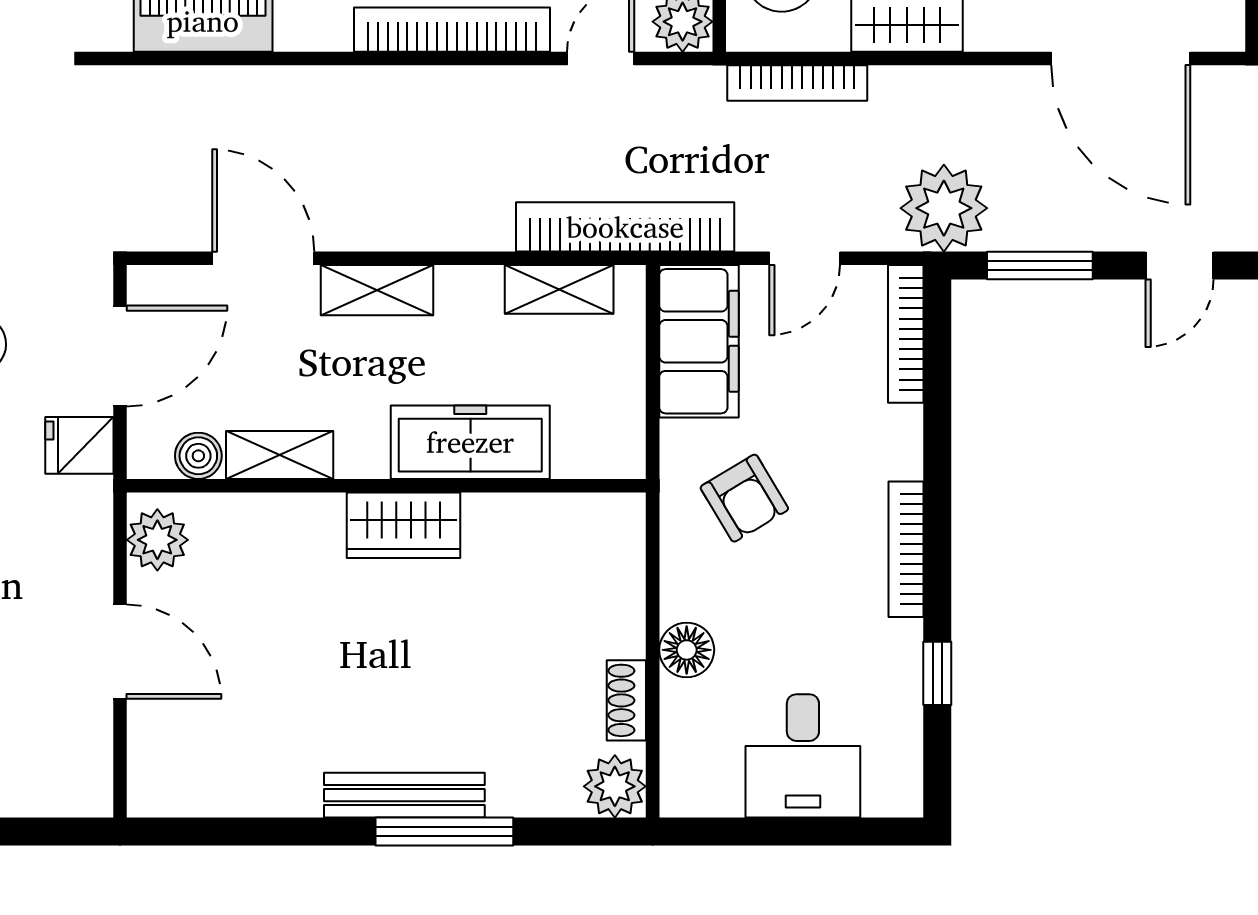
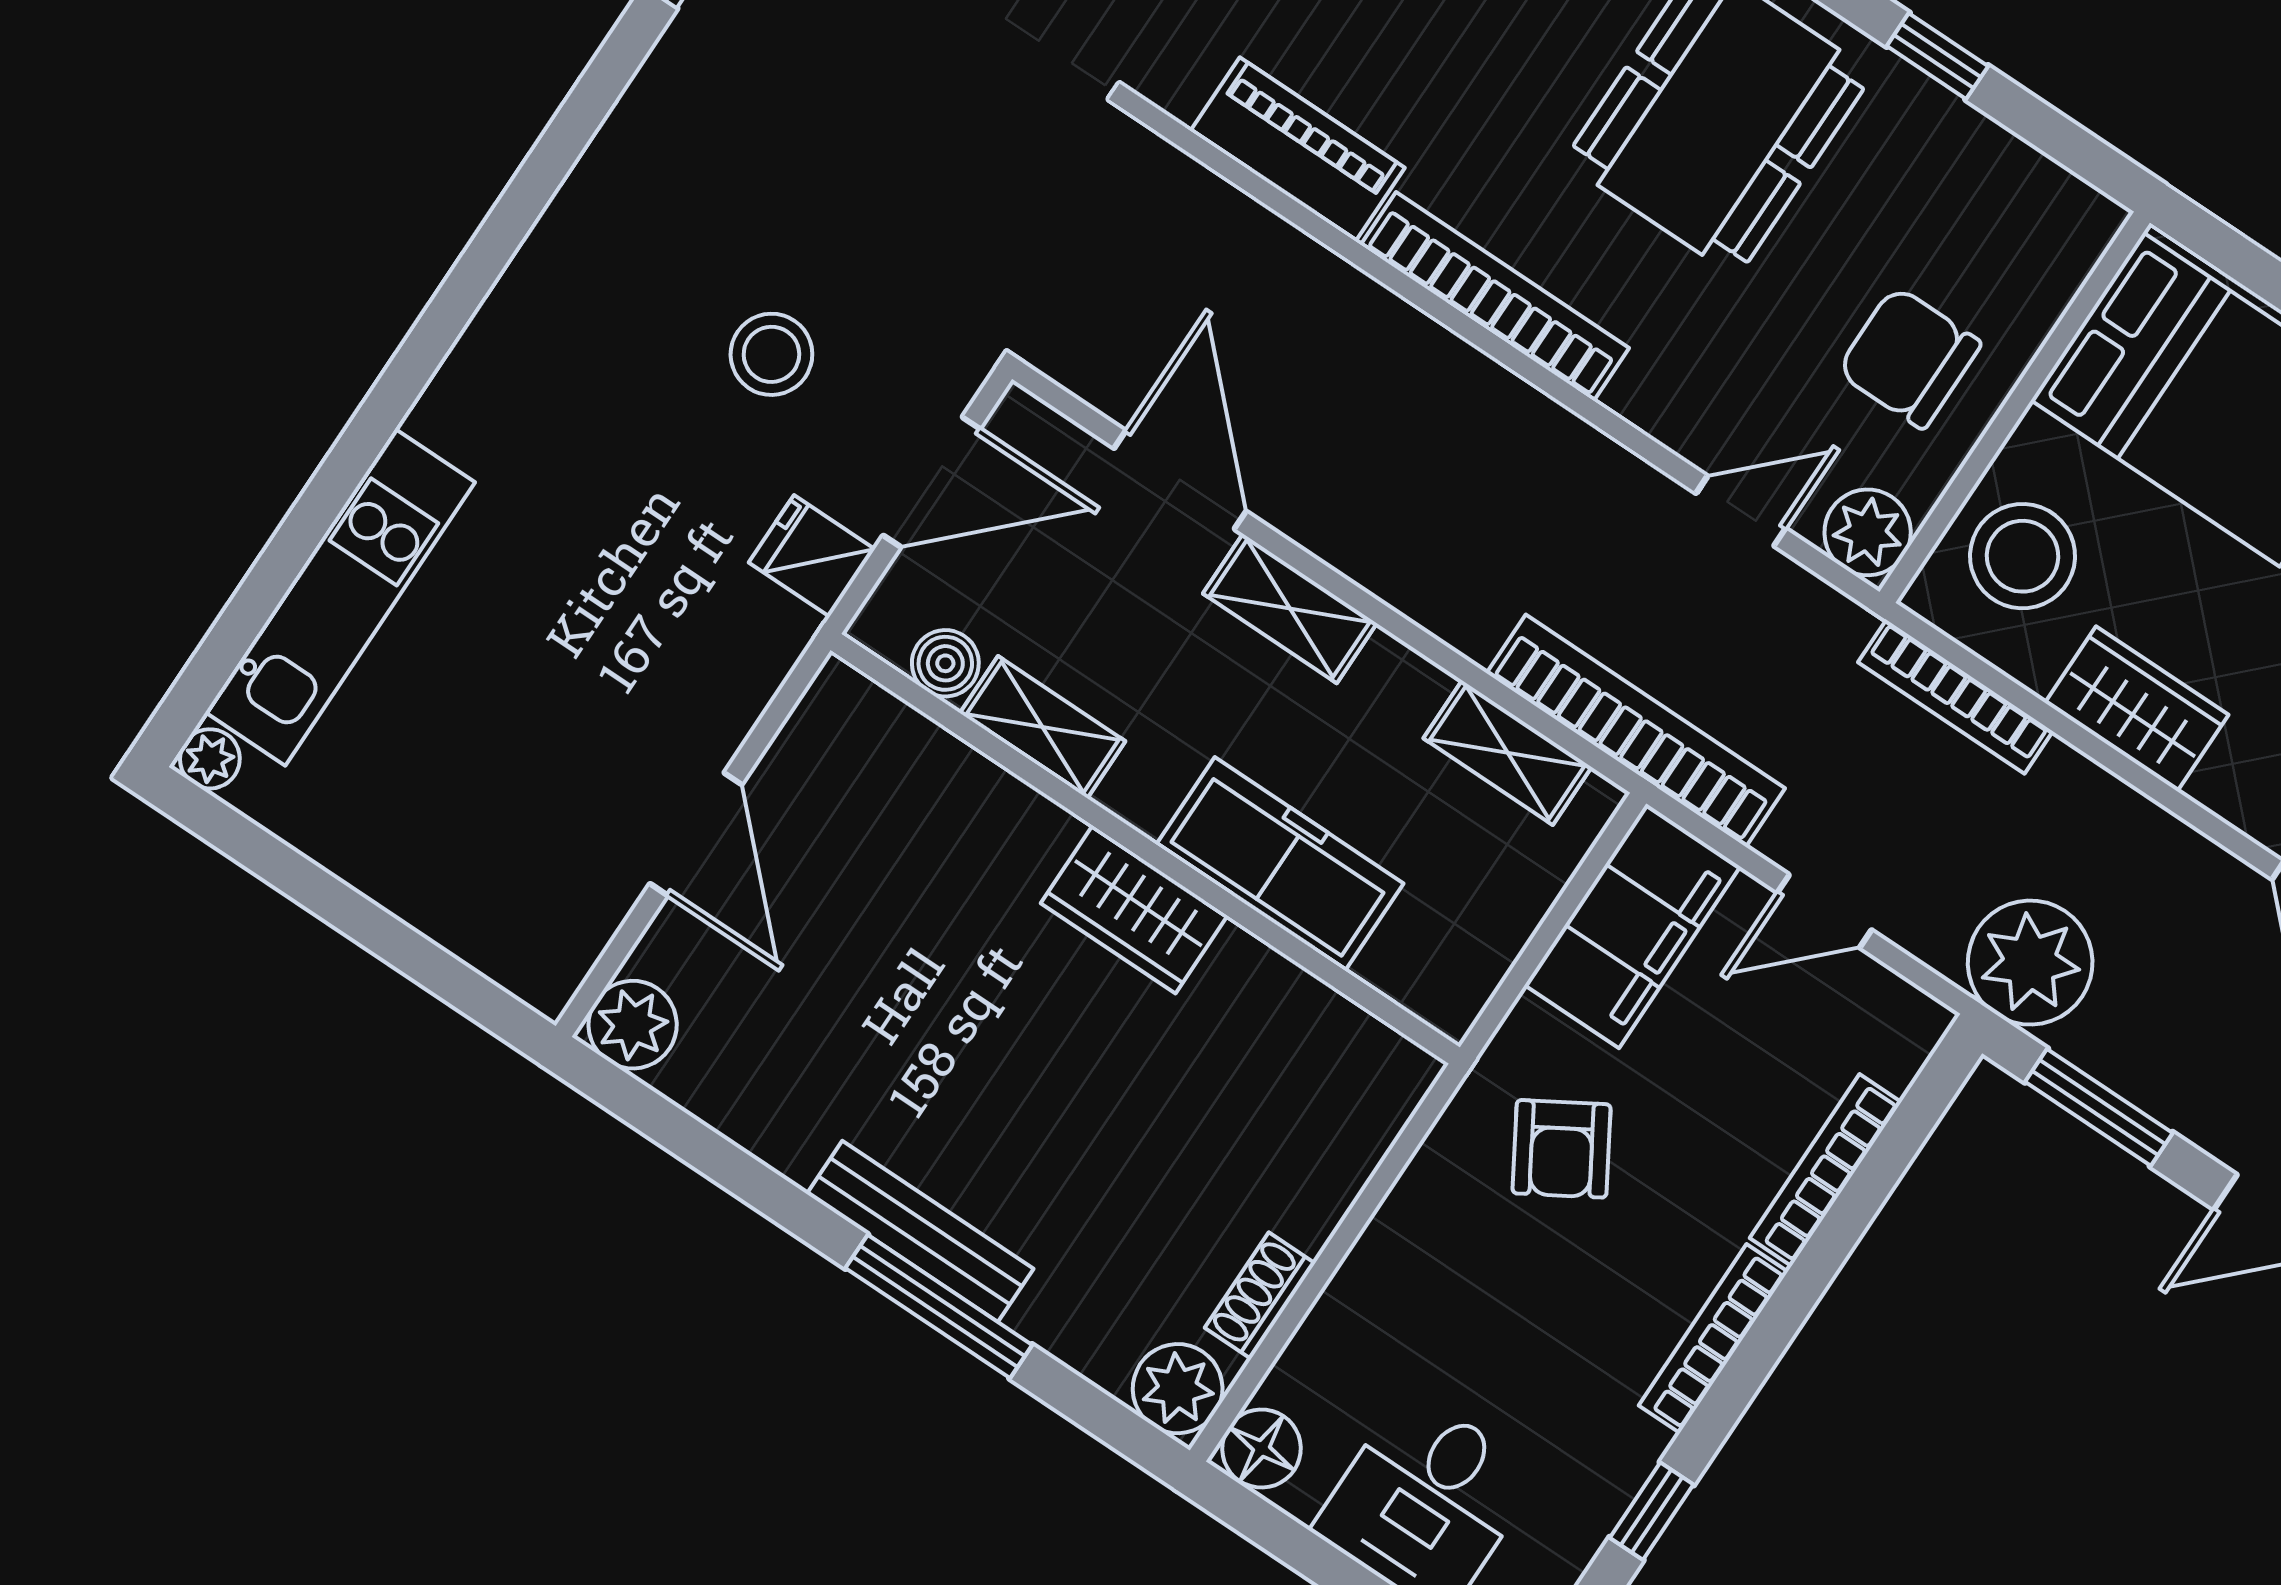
bookcase: (452, 30) -> (1495, 296), moved
bookcase: (906, 334) -> (1826, 1170), moved
plant: (157, 540) -> (633, 1025), moved
floor lamp: (687, 650) -> (1261, 1449), moved

